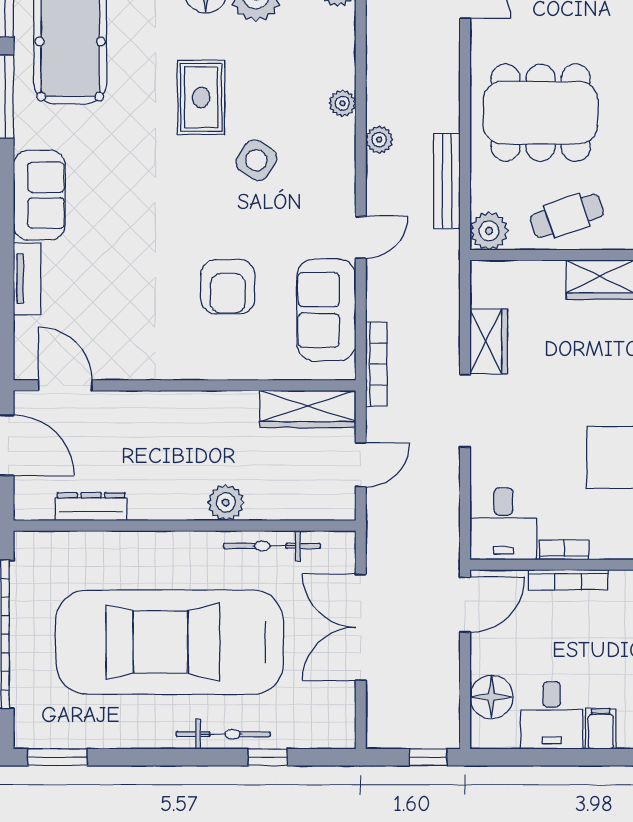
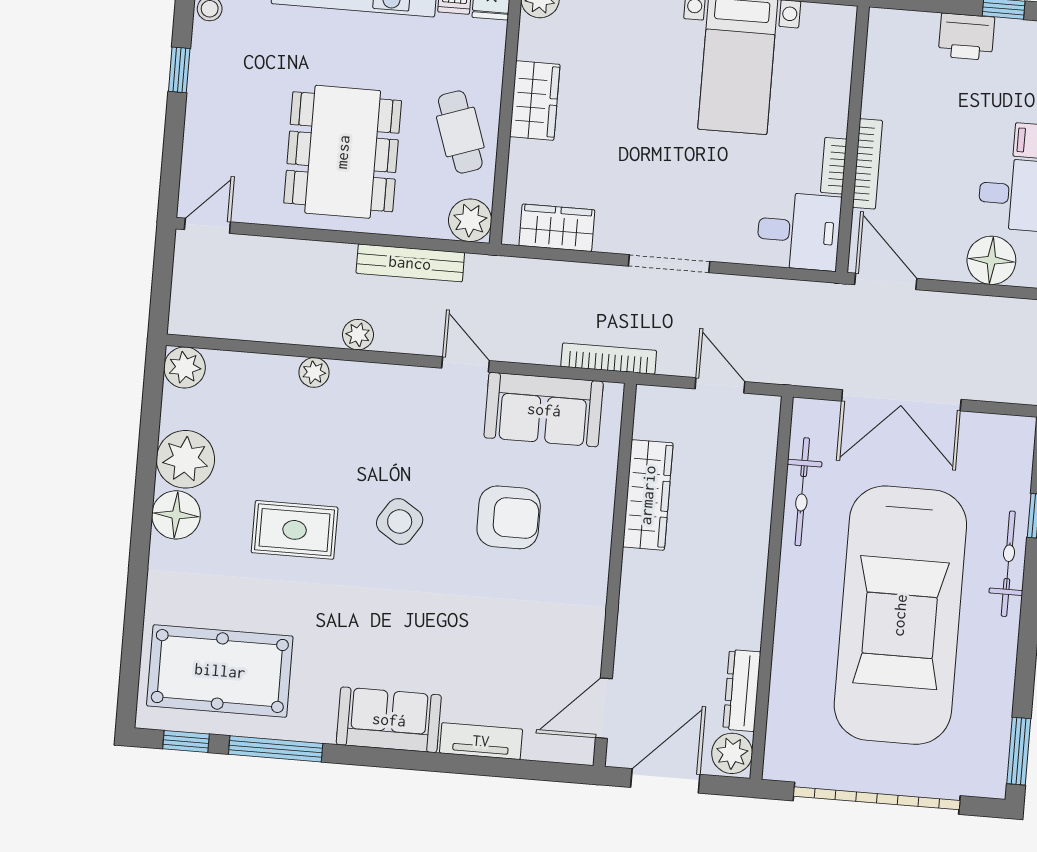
side table: (256, 160) -> (400, 522), moved
wardrobe: (489, 341) -> (557, 228), moved
wardrobe: (308, 409) -> (648, 495), moved
plant: (226, 503) -> (732, 753), moved

